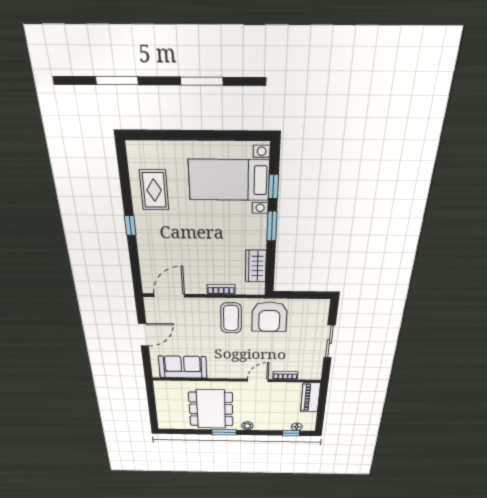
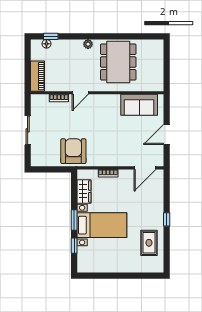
bed with nightstands: (229, 180) -> (102, 225), moved
coffee table: (231, 318) -> (101, 150), removed
window: (224, 432) -> (108, 36), removed

